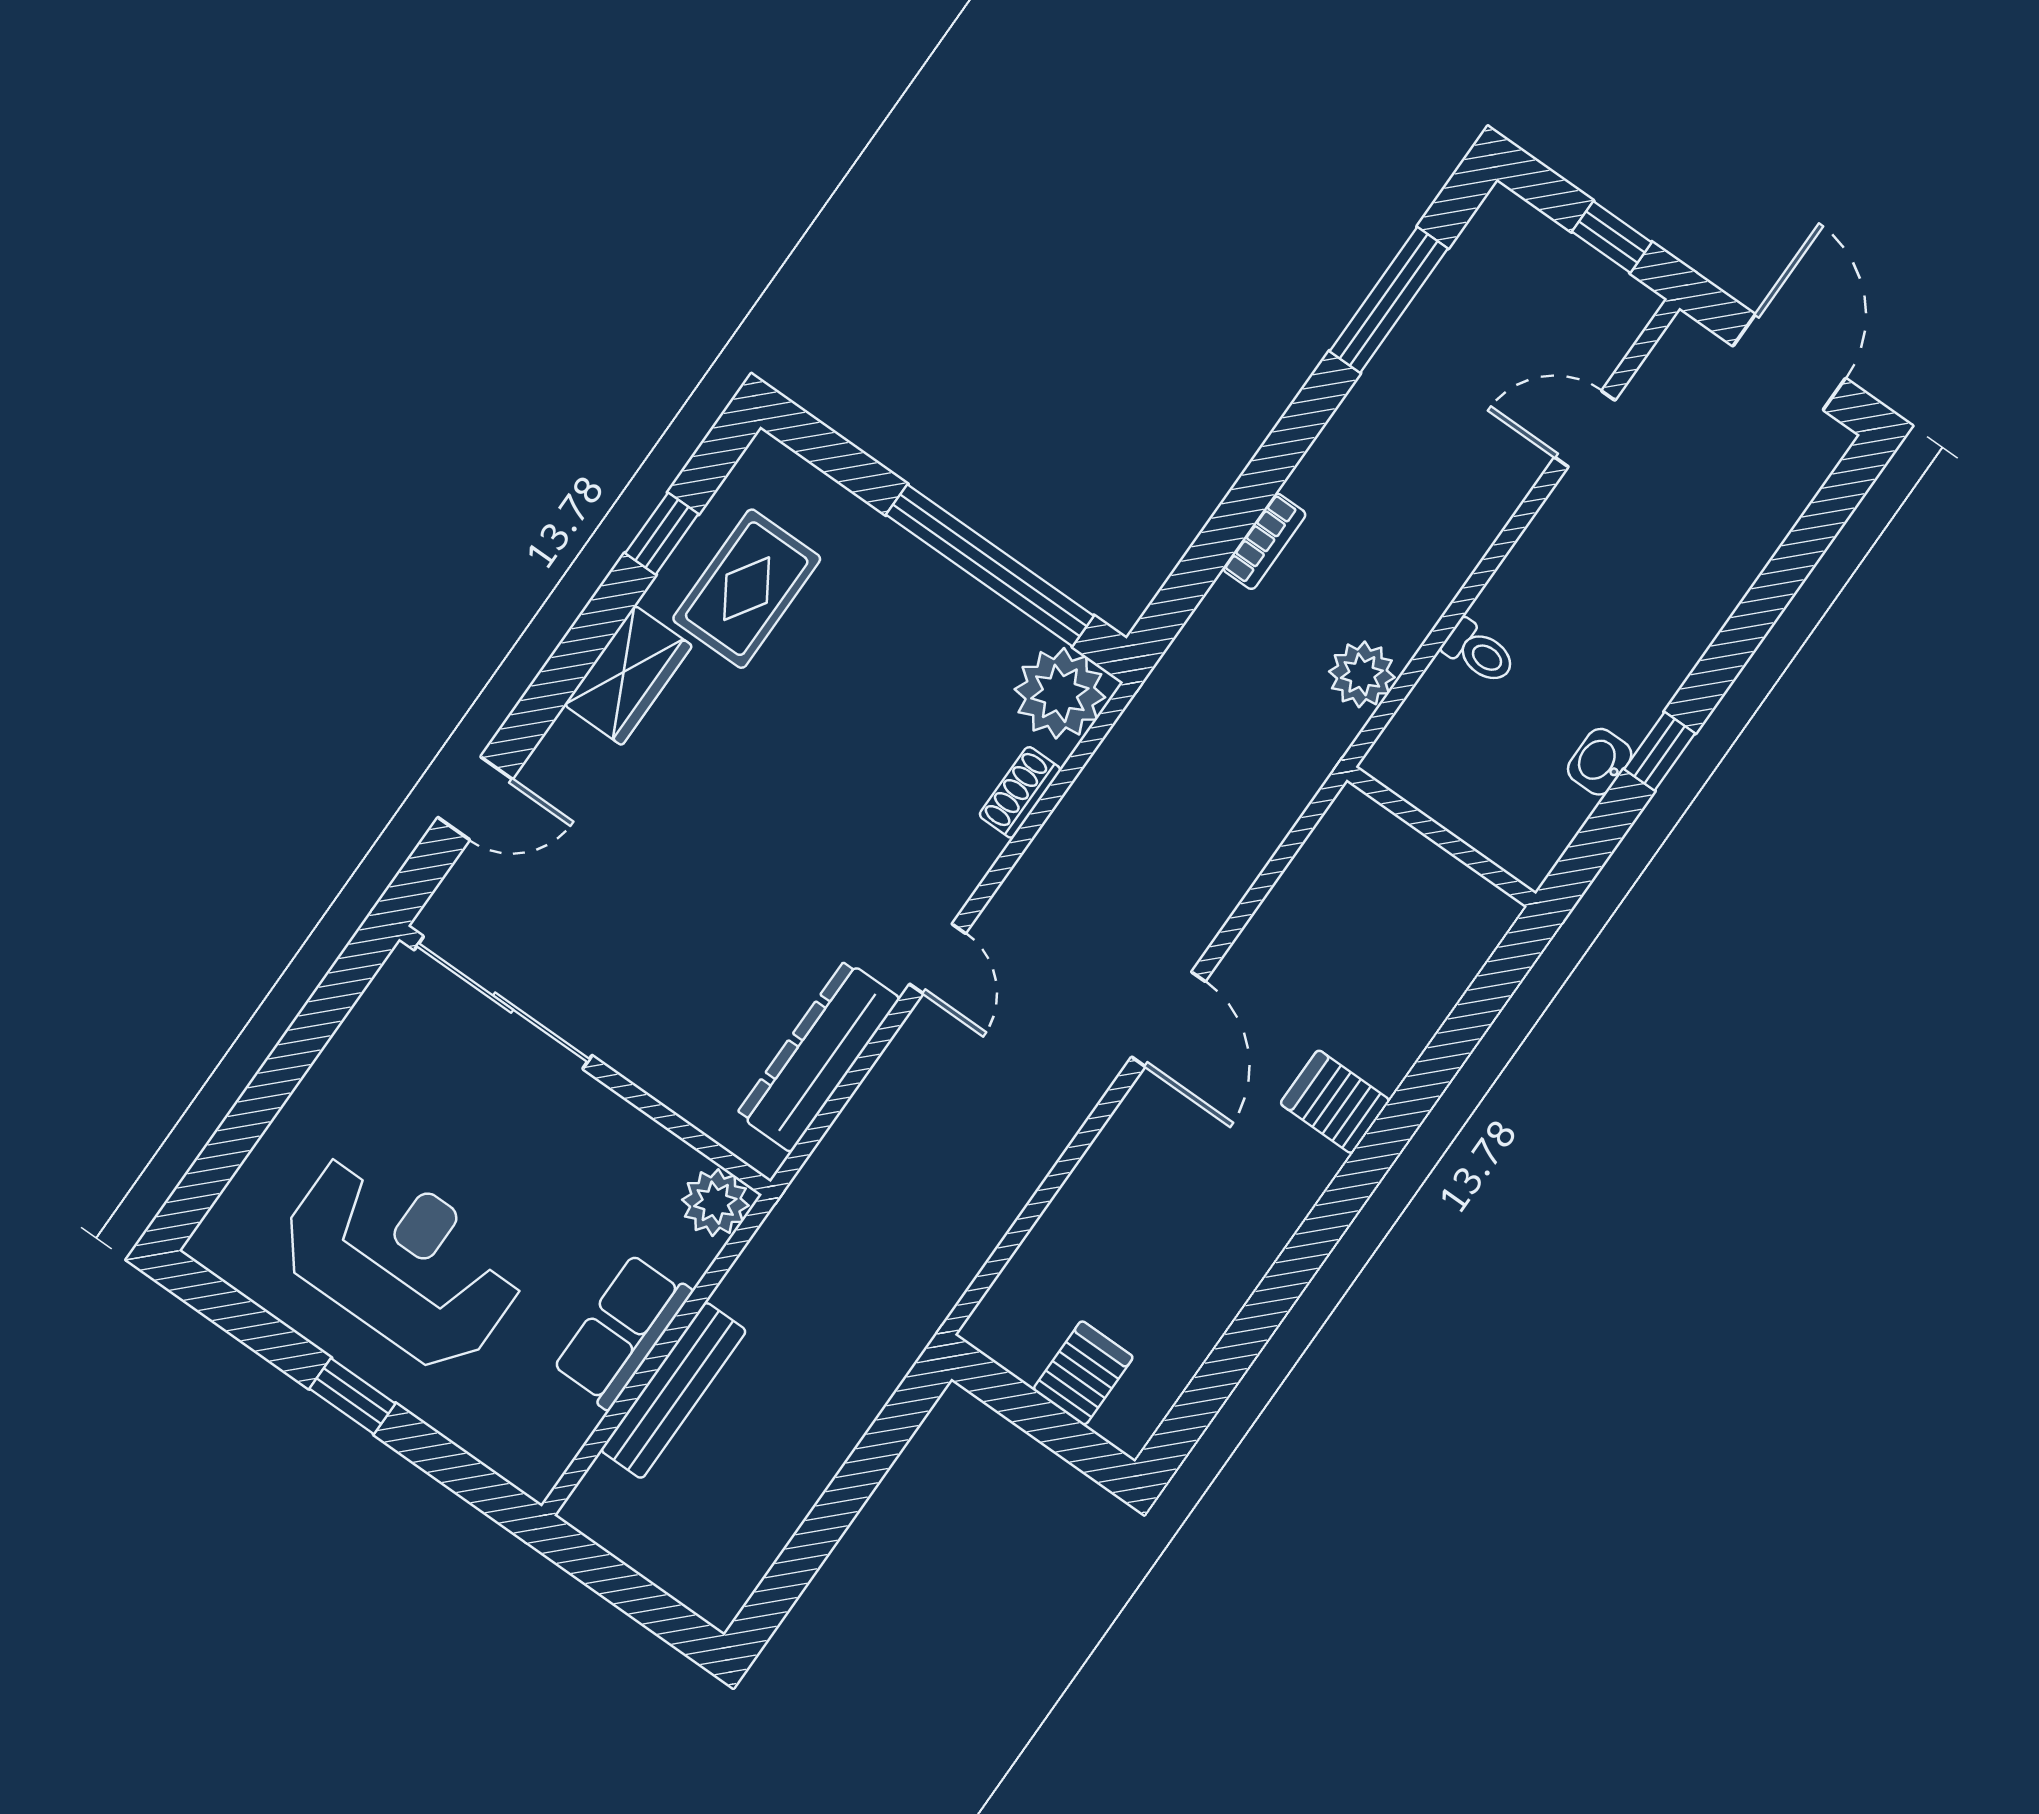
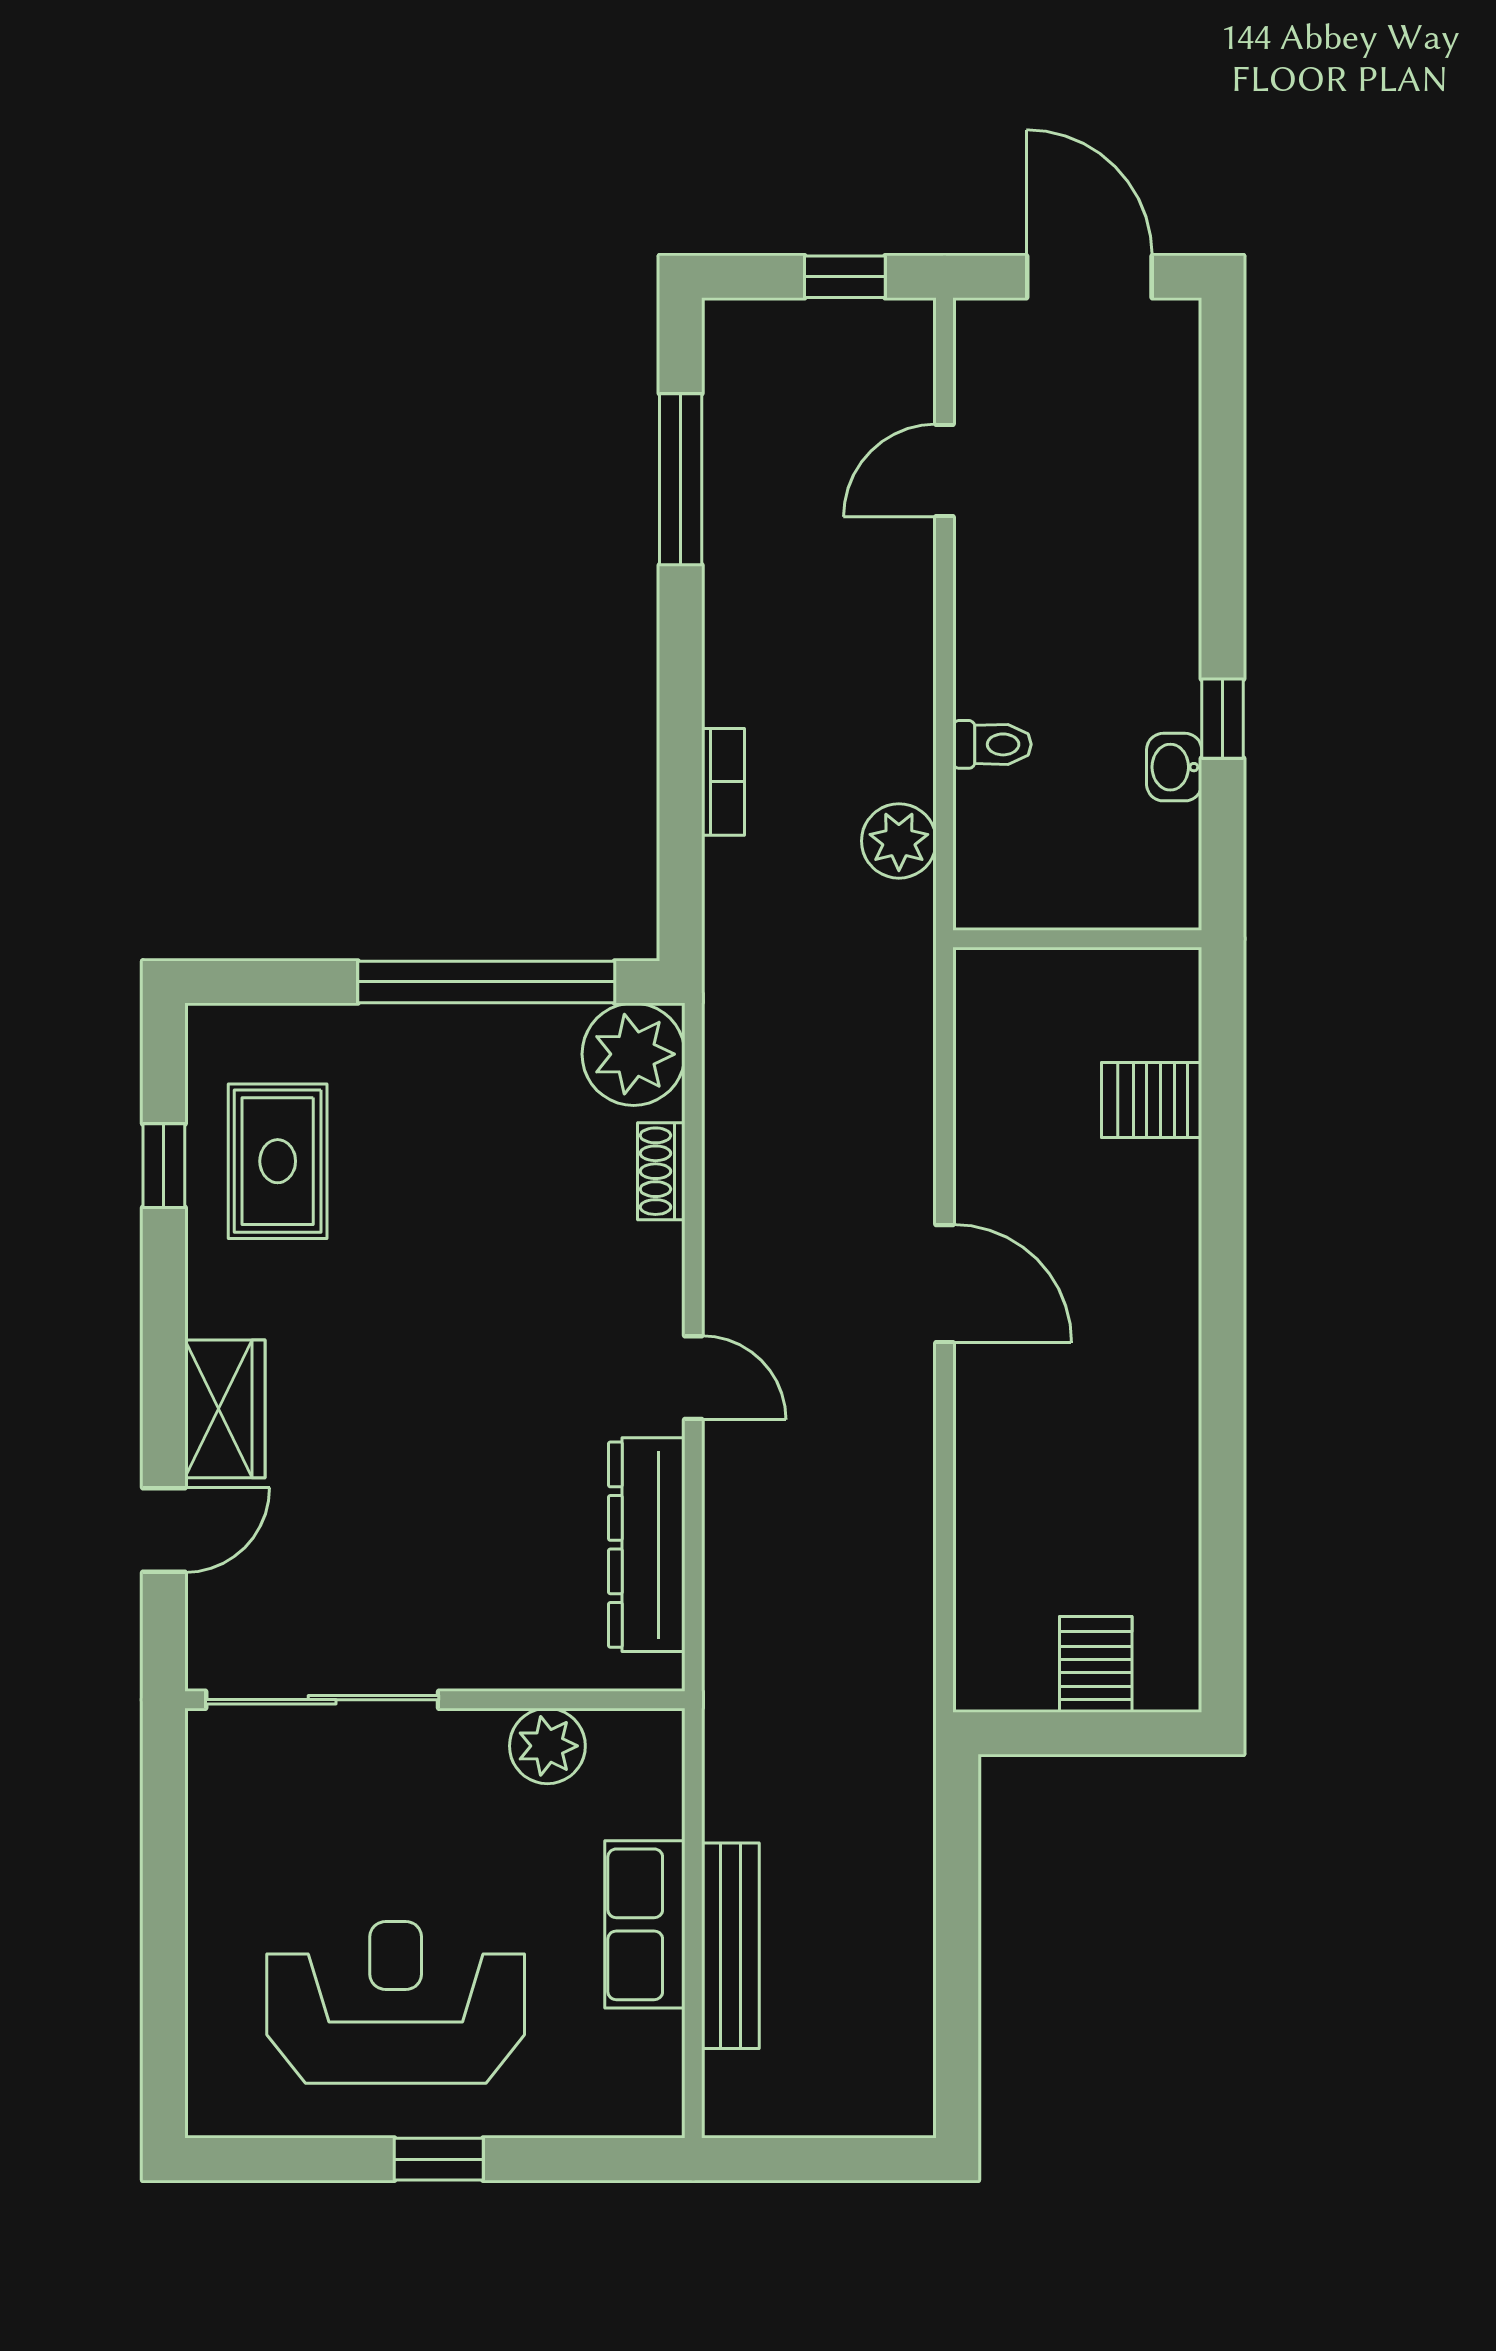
wardrobe: (628, 675) -> (225, 1409), moved
server rack: (1335, 1102) -> (1152, 1100), moved
plant: (715, 1203) -> (547, 1746), moved

